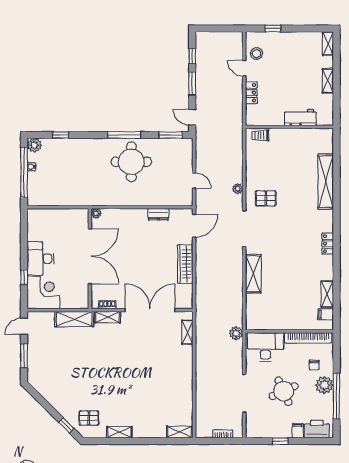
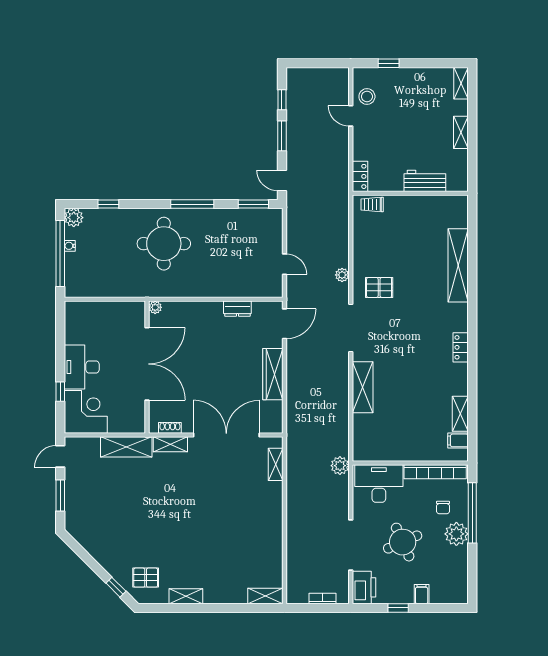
locker: (251, 93) -> (360, 176), moved
round table: (131, 162) -> (164, 244), moved
window: (336, 396) -> (472, 513), moved
printer: (317, 429) -> (364, 587), moved, turned 90

